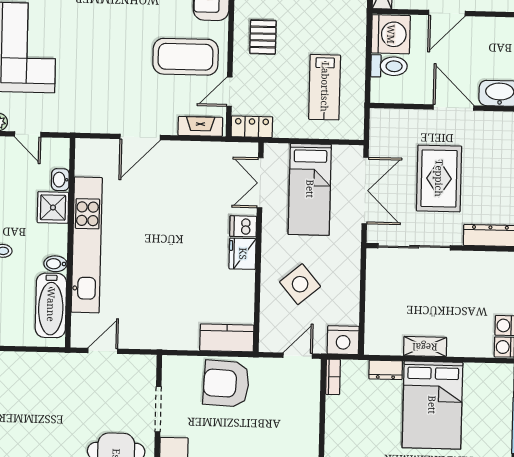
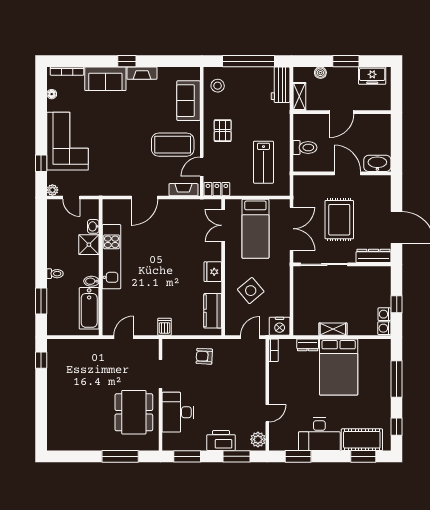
washing machine: (391, 34) -> (306, 127), removed
dishwasher: (243, 226) -> (164, 327), moved, turned 90
kitchen unit: (87, 245) -> (111, 257), width x0.73
kitchen counter: (227, 338) -> (213, 311), moved, turned -90
armchair: (226, 384) -> (204, 356), width x0.53, depth x0.53

